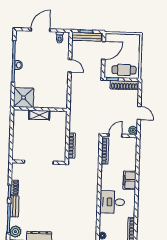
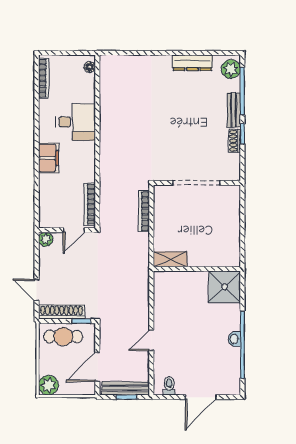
plant: (134, 40) -> (48, 385), added
door: (70, 66) -> (151, 340), hinge flipped
door: (139, 113) -> (37, 290), moved
shelving: (39, 115) -> (170, 259), moved

